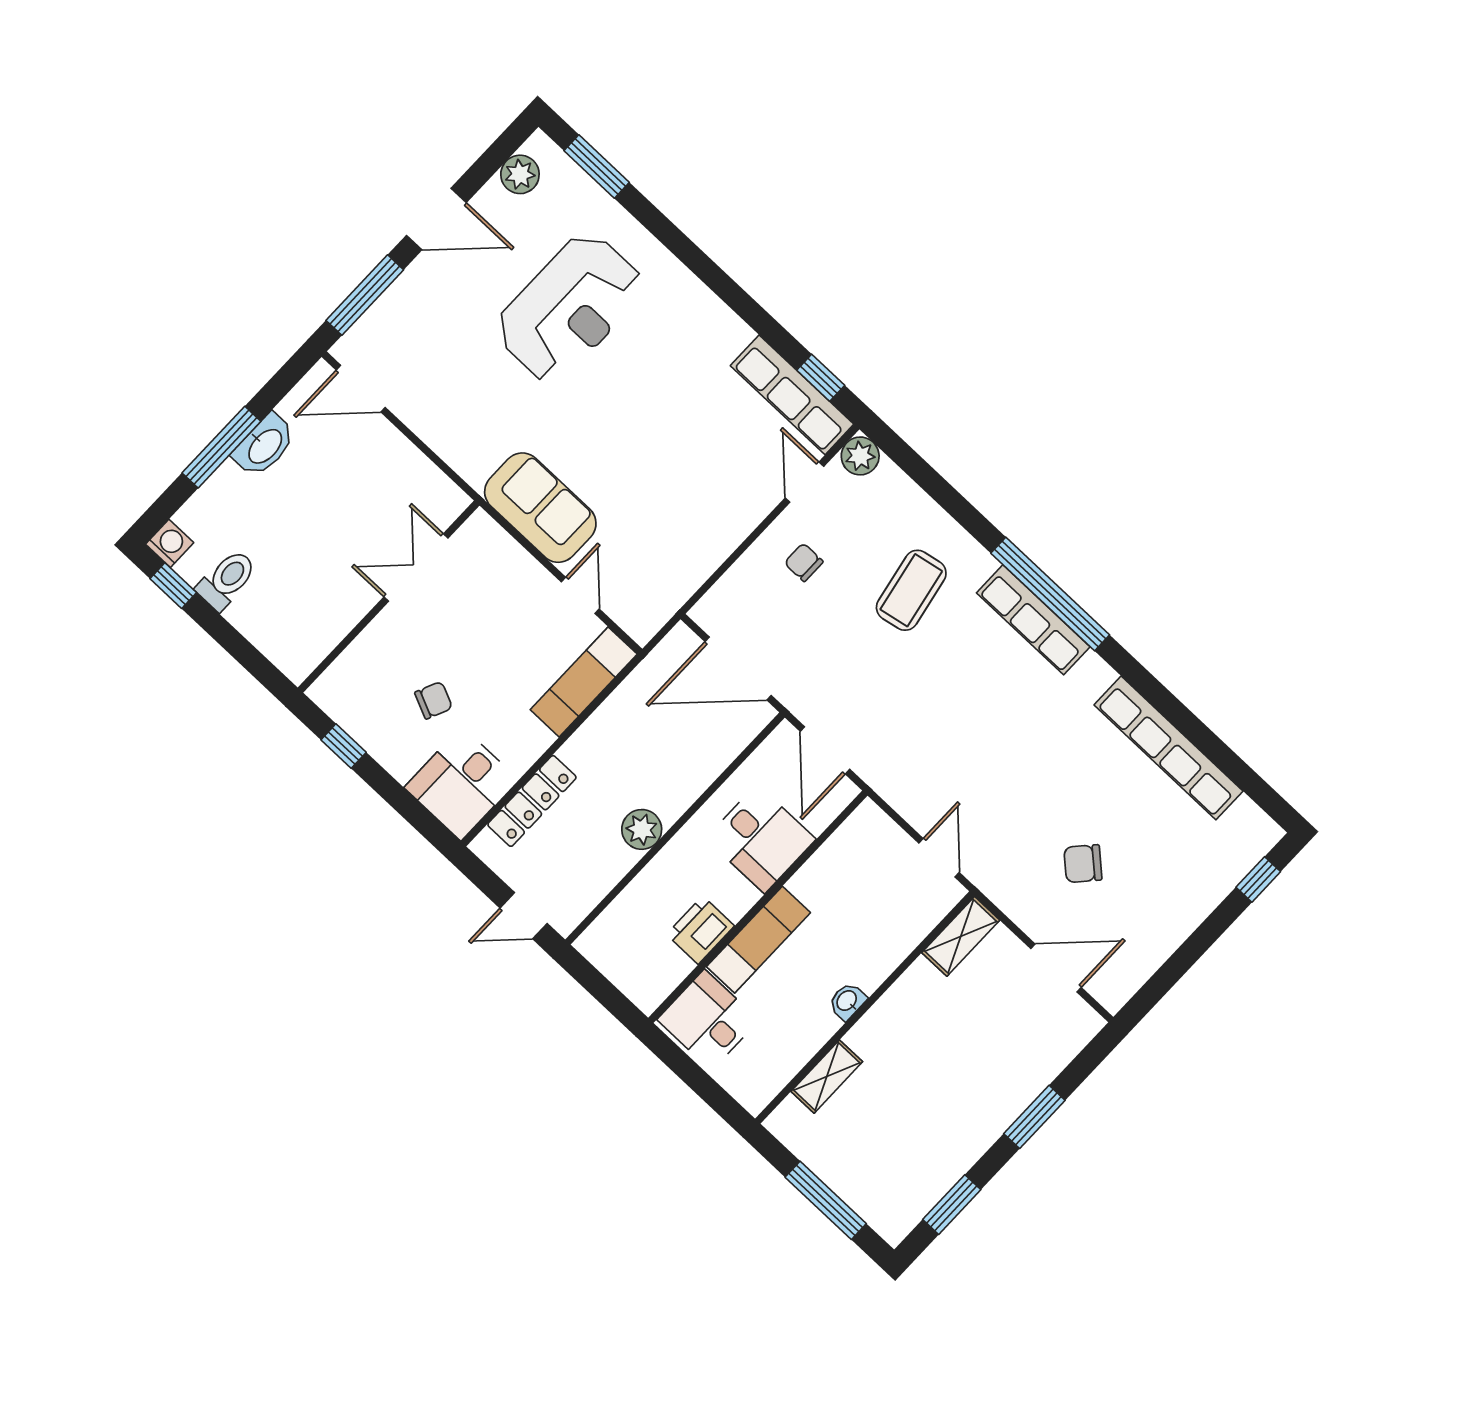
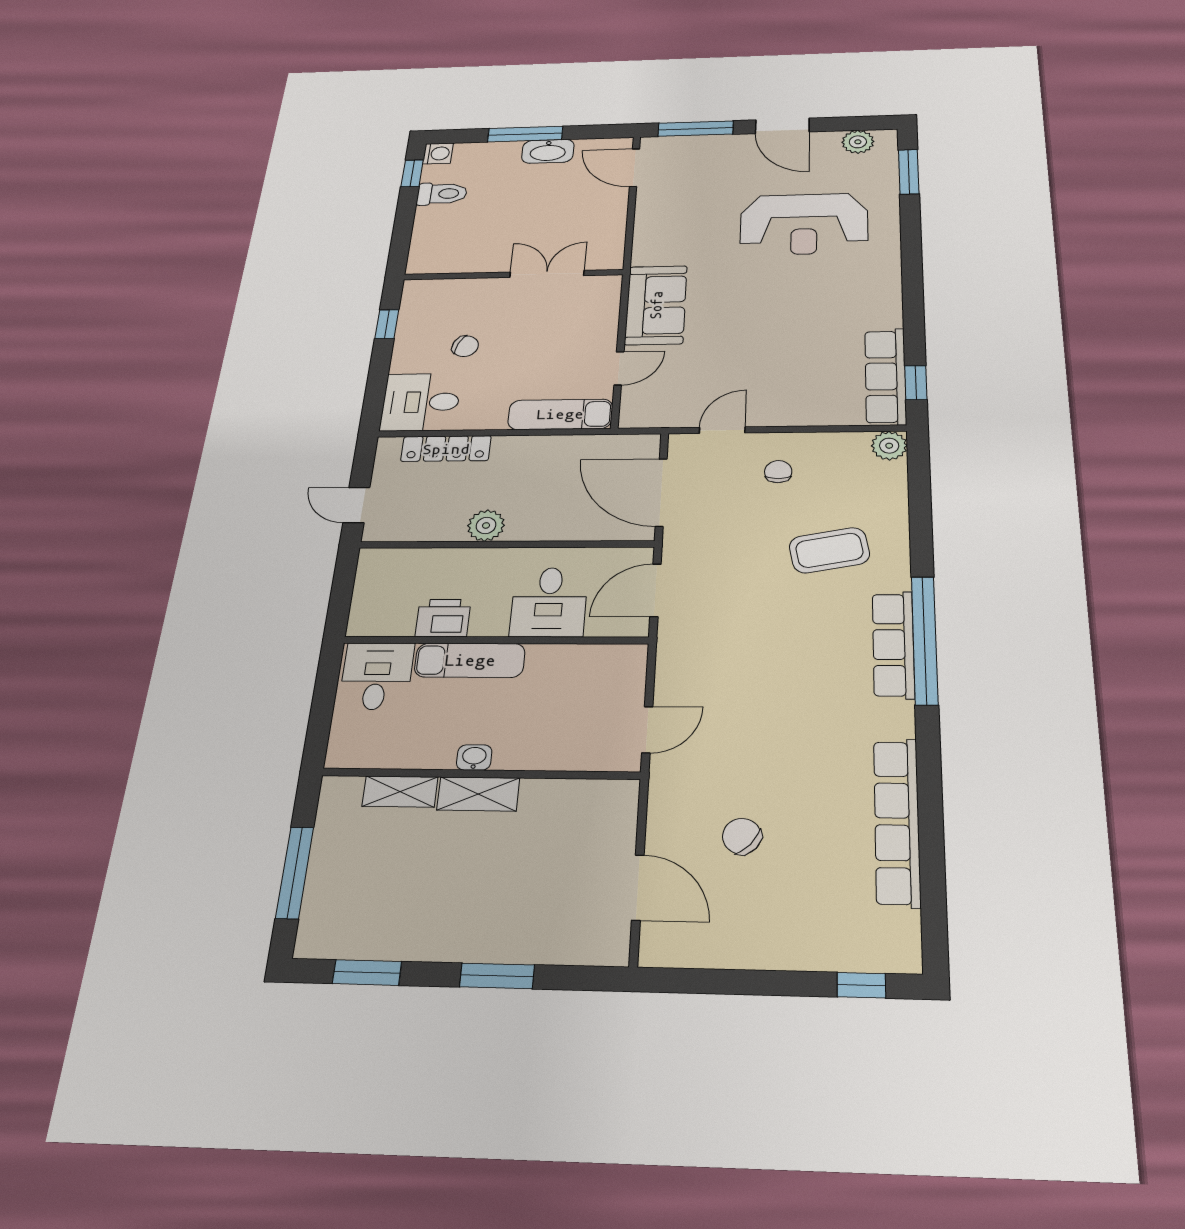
door: (804, 482) -> (722, 430), moved
shelving: (961, 936) -> (478, 794), moved

